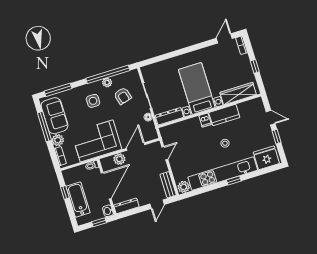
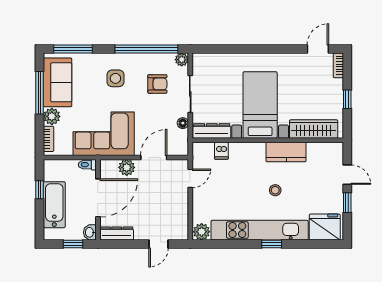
plant: (107, 83) -> (182, 60), moved
armchair: (123, 96) -> (157, 84), turned -75
dishwasher: (205, 120) -> (221, 151), moved
bench: (168, 185) -> (182, 222), removed

